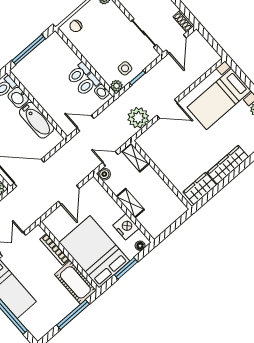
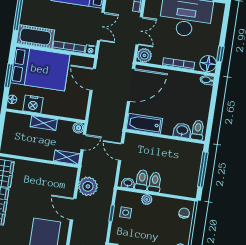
plant: (117, 86) -> (147, 199), moved
door: (167, 109) -> (73, 209), hinge flipped
bathtub: (37, 120) -> (144, 124), moved
door: (85, 123) -> (121, 152), swing flipped
door: (69, 195) -> (93, 79), moved
nightstand: (38, 231) -> (91, 50), added

